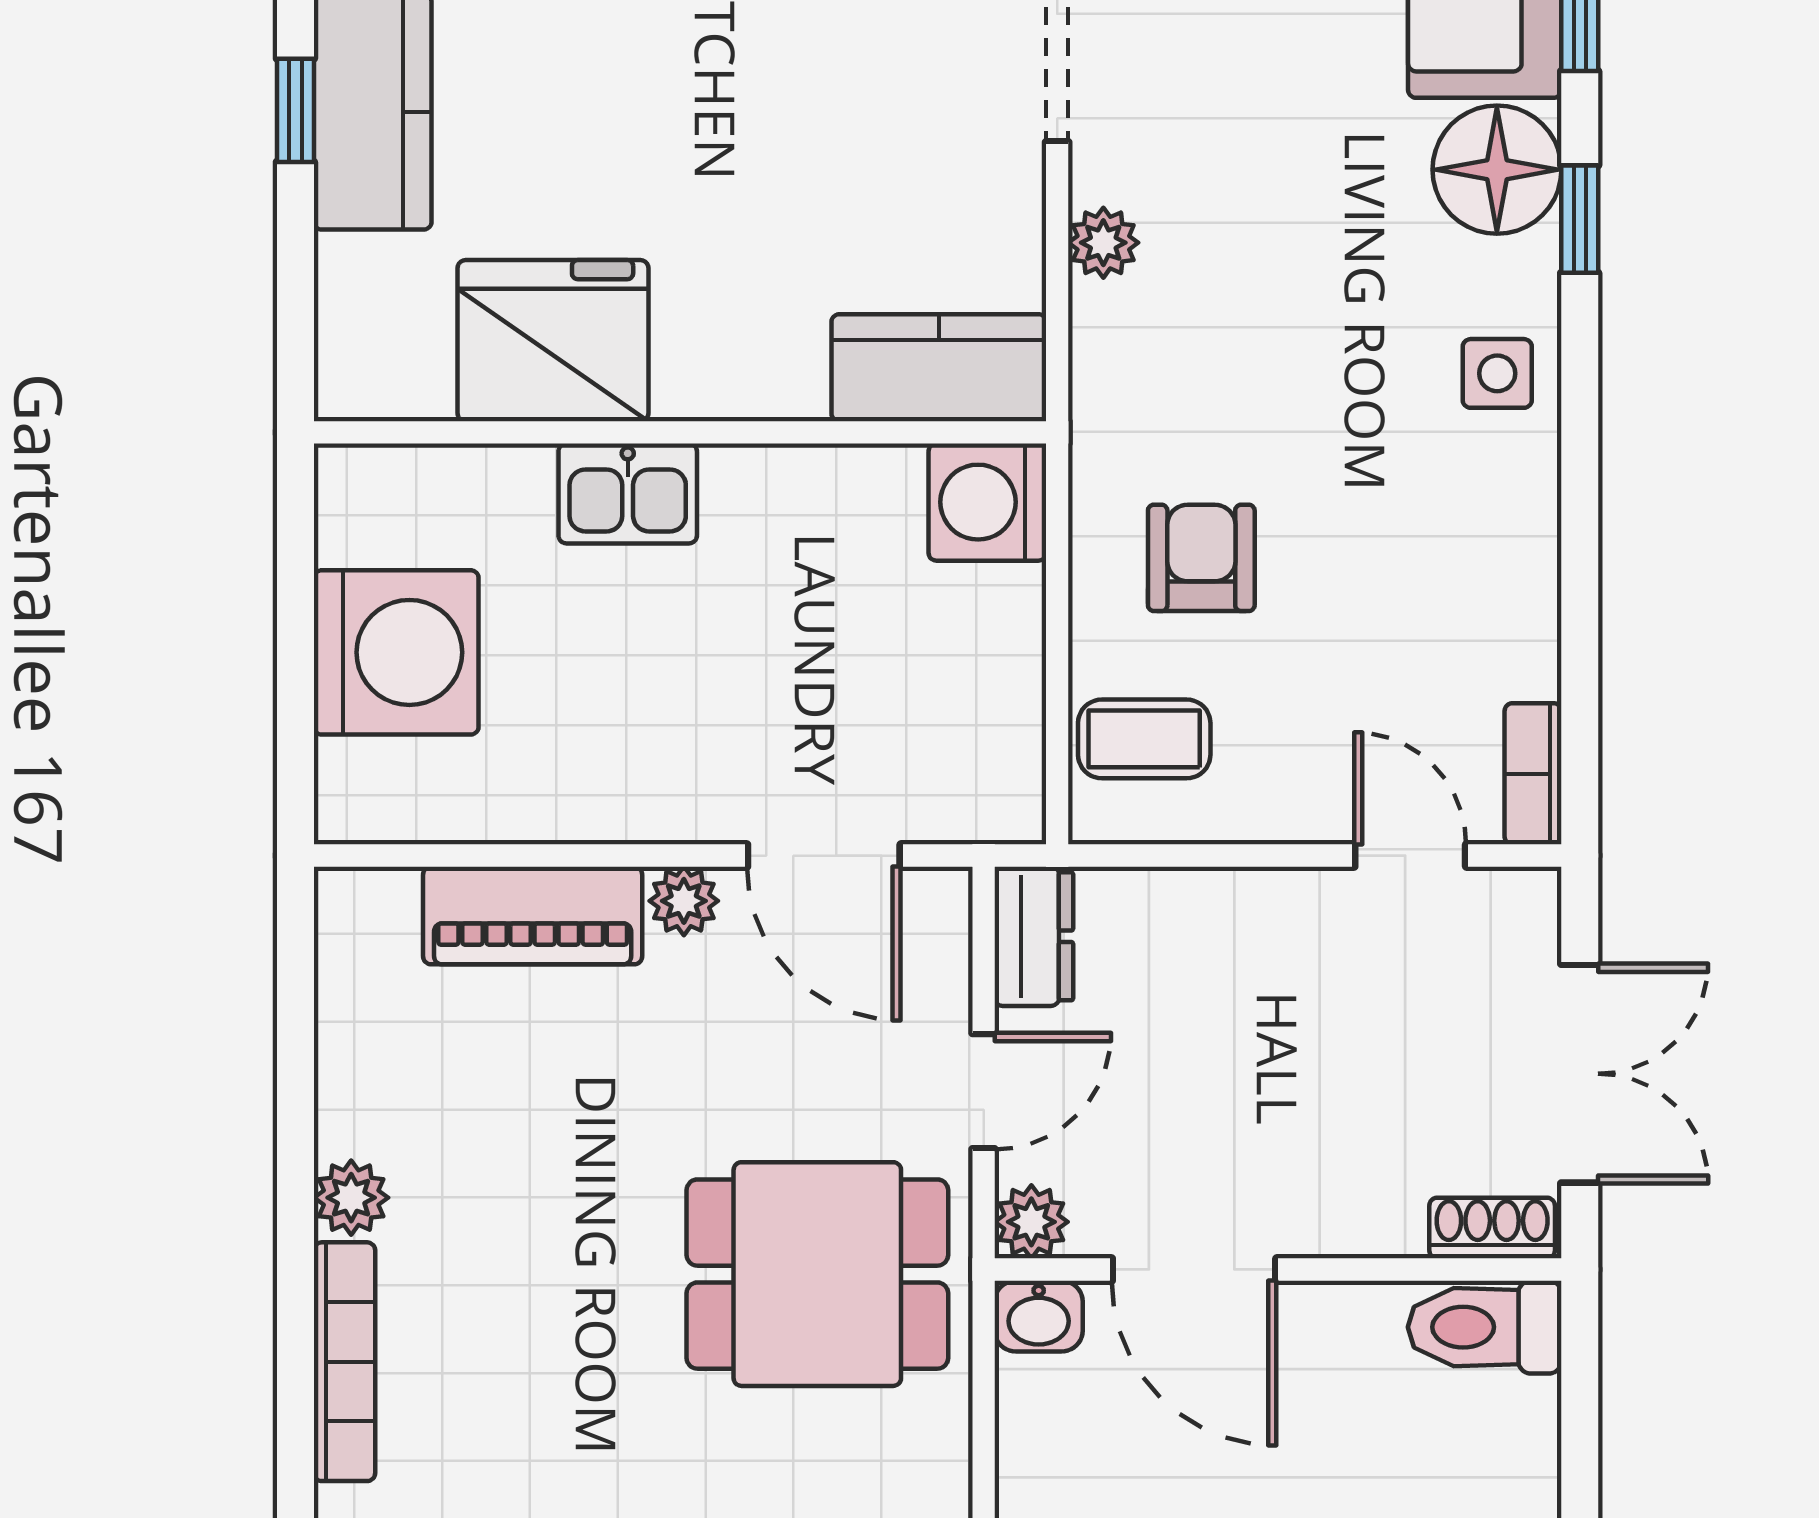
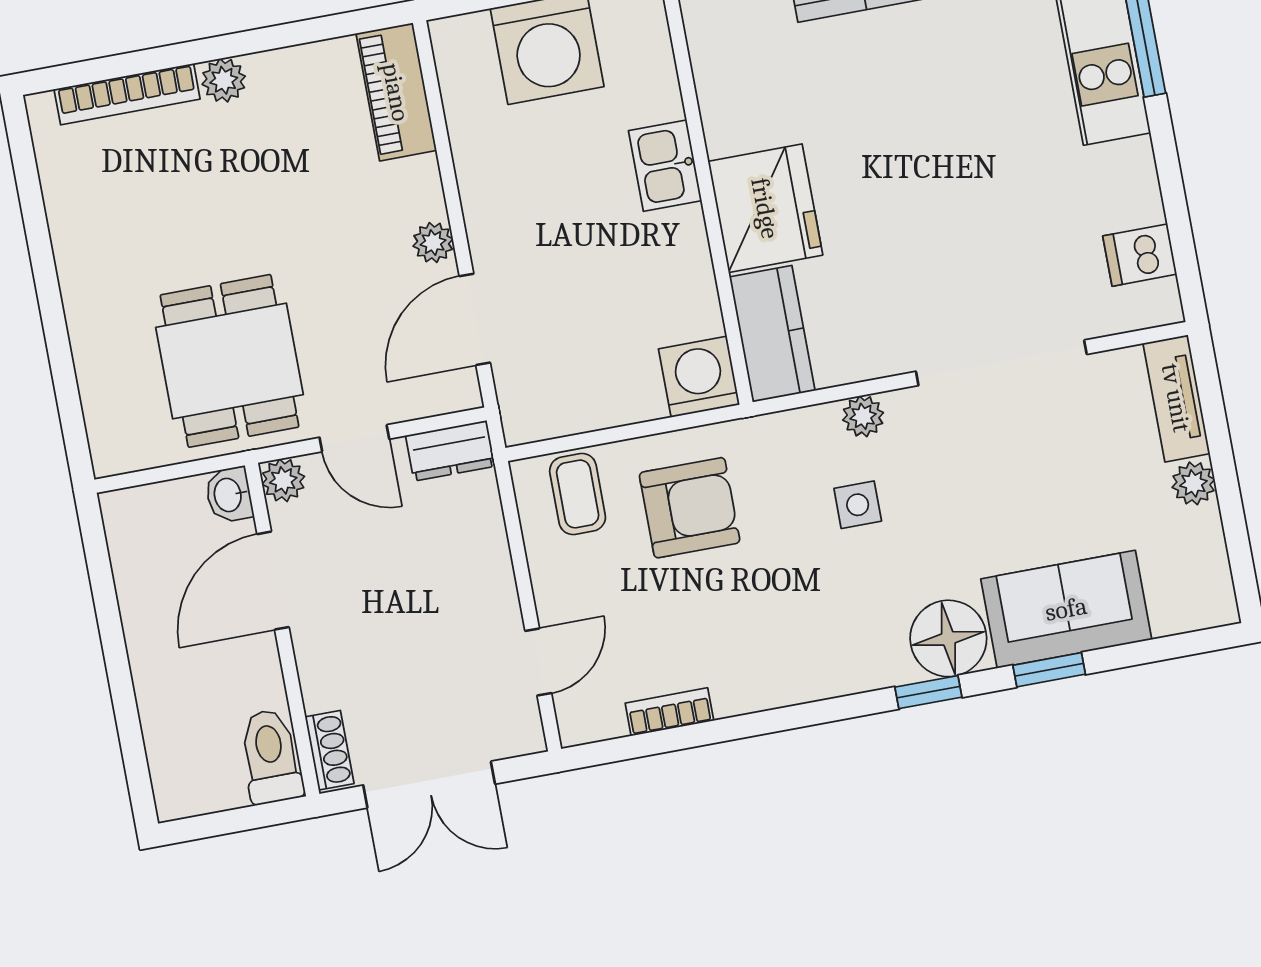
fridge: (553, 341) -> (765, 208), moved
side table: (1497, 373) -> (858, 505), moved
armchair: (1201, 558) -> (690, 508), width x1.38, depth x1.38
bookcase: (1533, 774) -> (669, 712), moved
piano: (533, 915) -> (396, 92), moved

